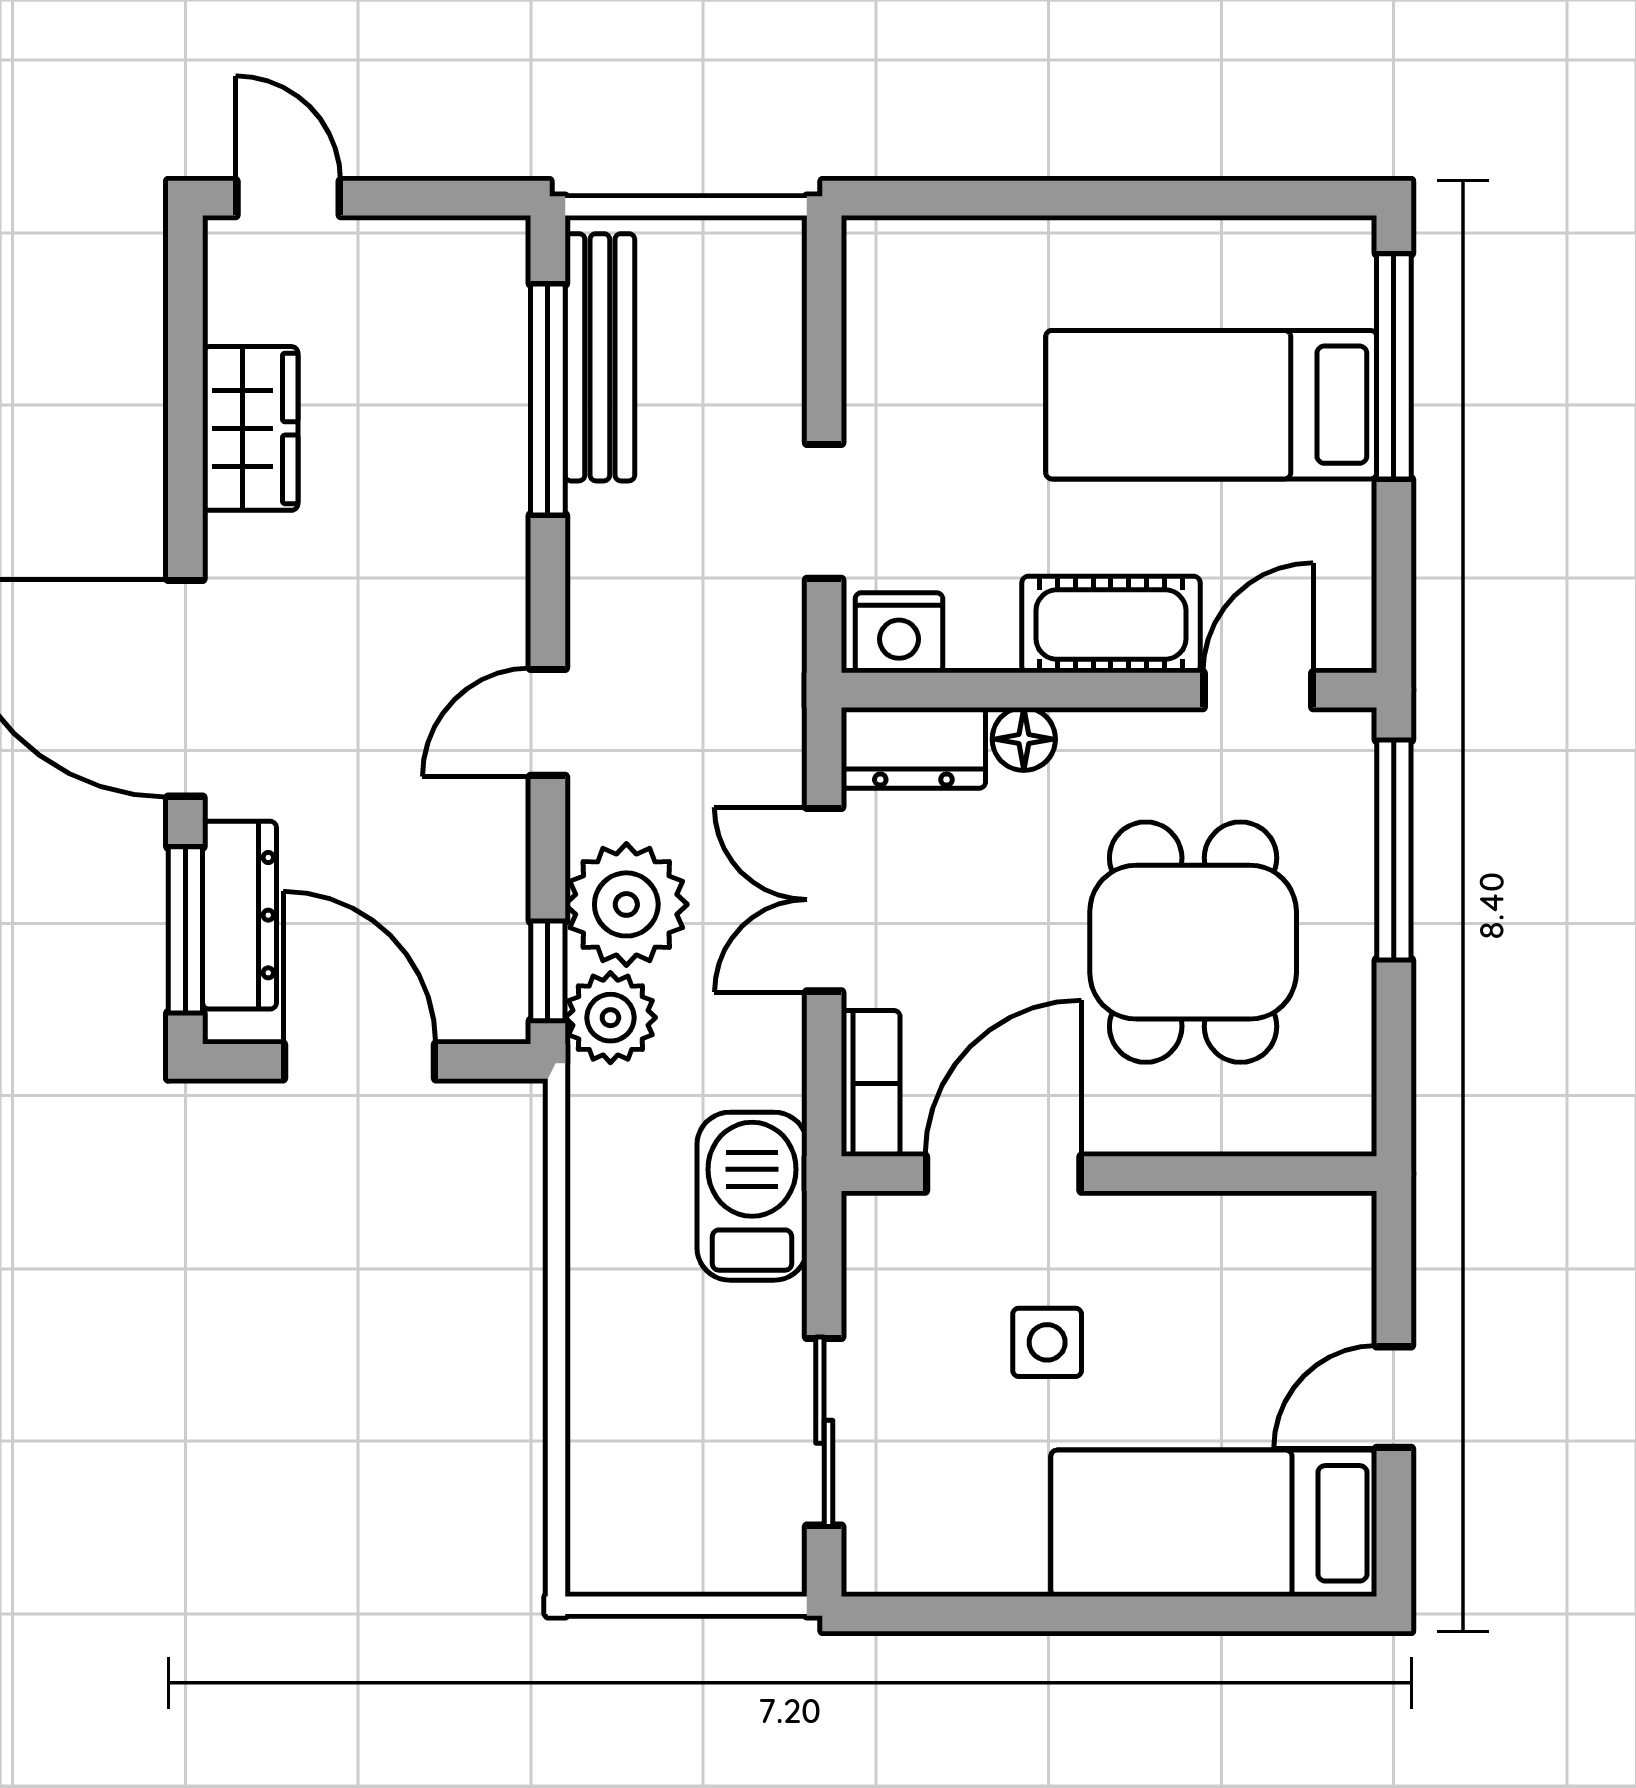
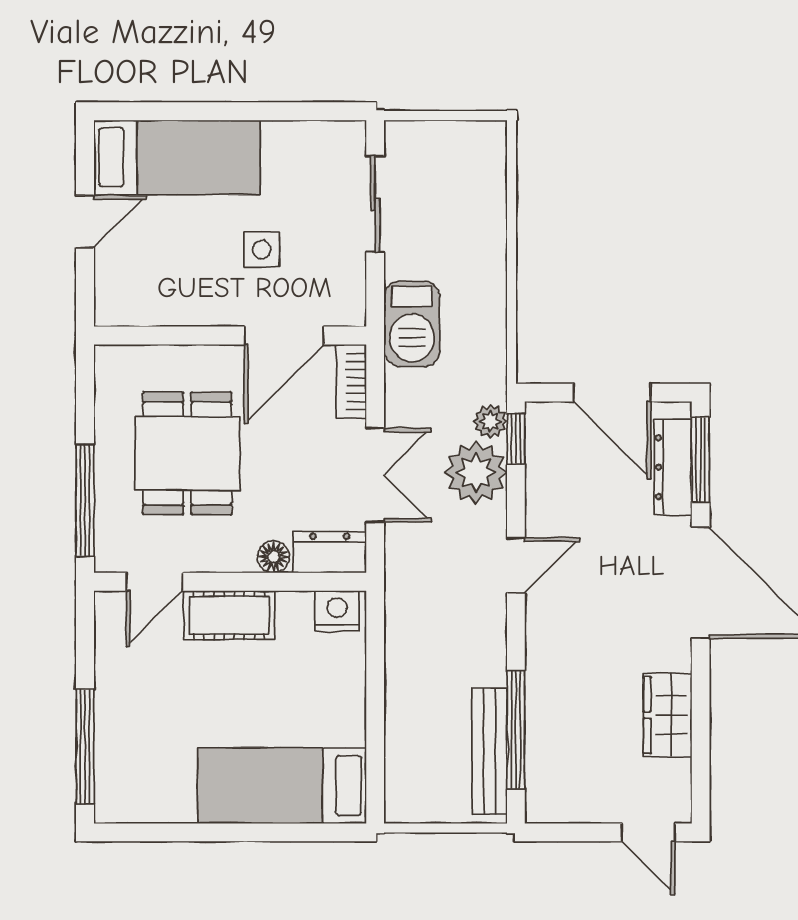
bed: (1211, 405) -> (282, 786), moved, turned 180
doorway: (824, 511) -> (375, 673), removed
plant: (610, 1018) -> (490, 421), width x0.73, depth x0.73

